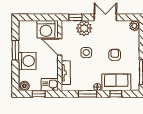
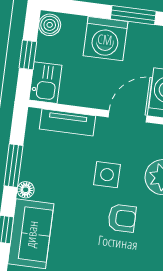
armchair: (115, 55) -> (122, 218), moved

